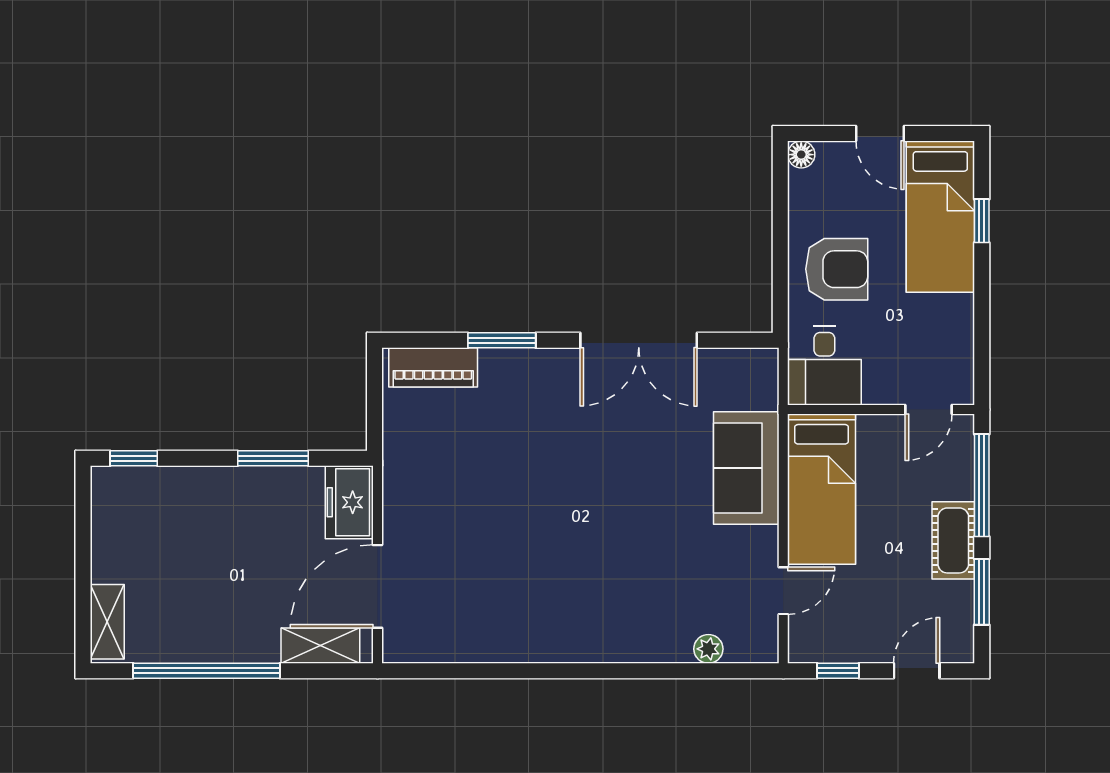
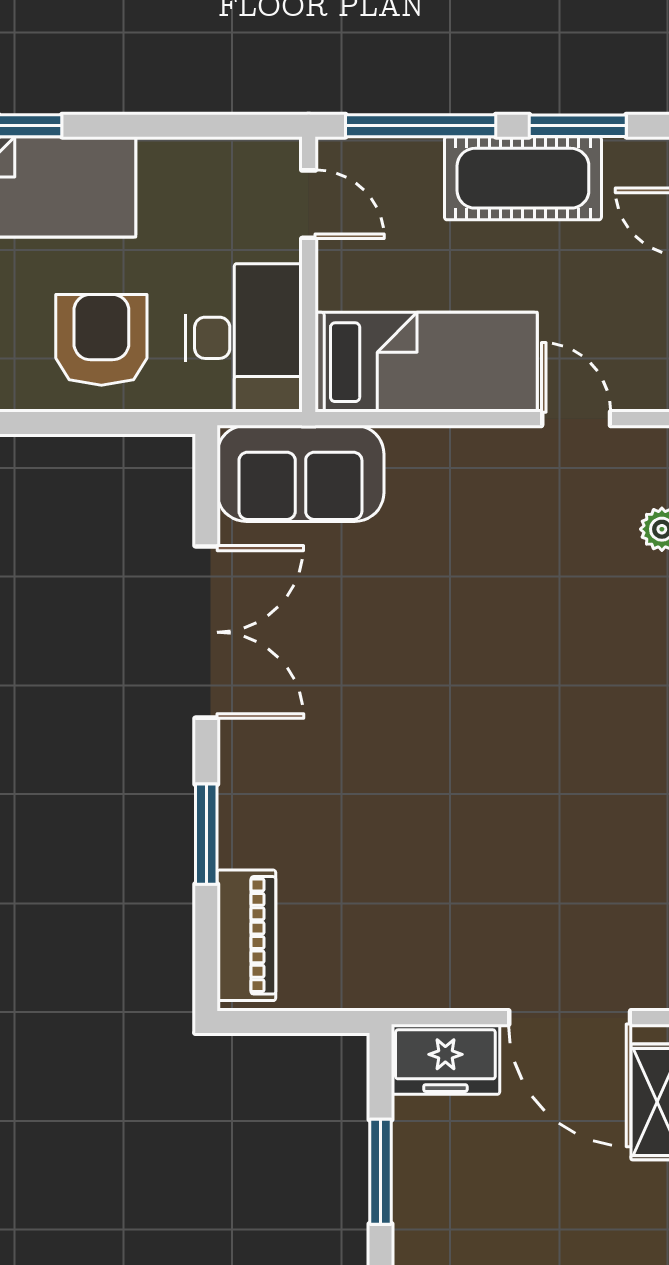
desk: (824, 366) -> (244, 338), width x1.37
sofa: (746, 468) -> (300, 473), moved
cot: (953, 540) -> (523, 178), width x1.37, depth x1.34

